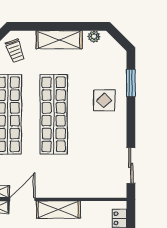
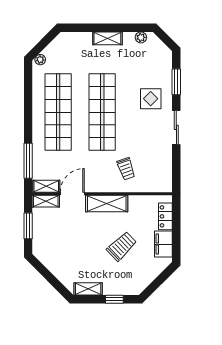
shelving: (59, 40) -> (107, 38), width x0.67, depth x0.75
trolley: (15, 51) -> (126, 169), moved
sliding door: (131, 165) -> (176, 127), moved

